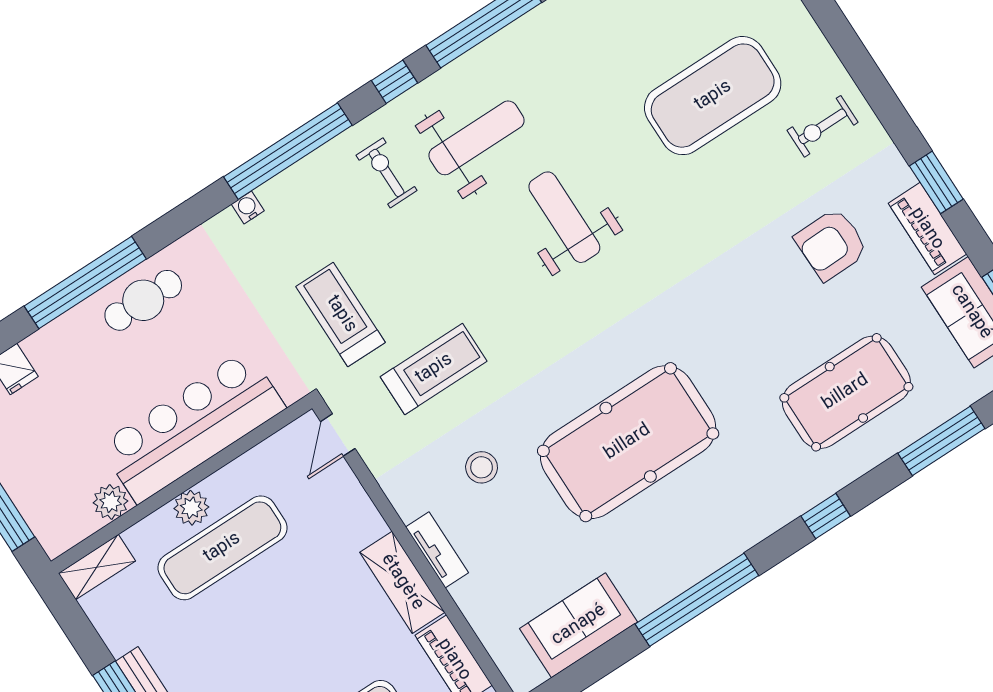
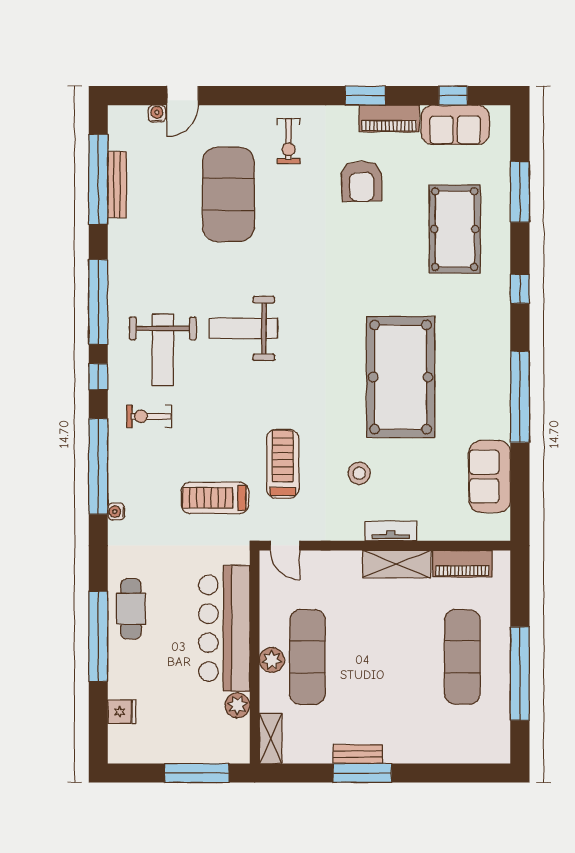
weight bench: (476, 138) -> (163, 350), turned 180

